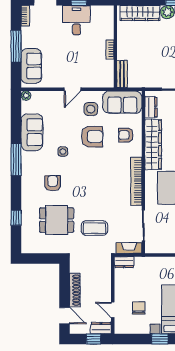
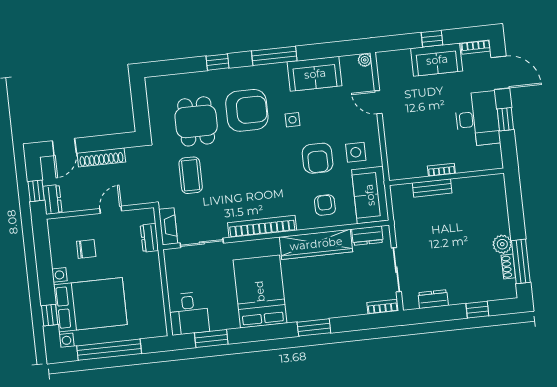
wardrobe: (140, 13) -> (497, 206), removed
desk: (76, 20) -> (477, 119), width x1.37
window: (16, 46) -> (432, 39), width x0.46
sofa: (31, 66) -> (437, 60), moved
bench: (122, 74) -> (432, 188), moved
door: (73, 89) -> (378, 102), moved
armchair: (53, 183) -> (247, 110), width x1.88, depth x1.88
window: (16, 218) -> (218, 62), moved
dresser: (124, 262) -> (149, 238), moved
door: (113, 310) -> (111, 210), moved
window: (160, 339) -> (46, 283), removed

